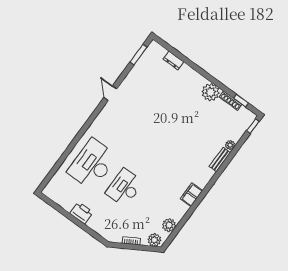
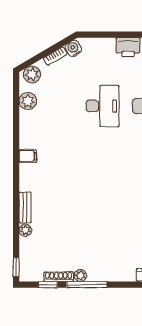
window: (217, 83) -> (87, 285), added
plant: (211, 92) -> (80, 275), width x0.53, depth x0.53
filing cabinet: (191, 195) -> (28, 156), width x0.50
water cooler: (116, 237) -> (73, 48), added

